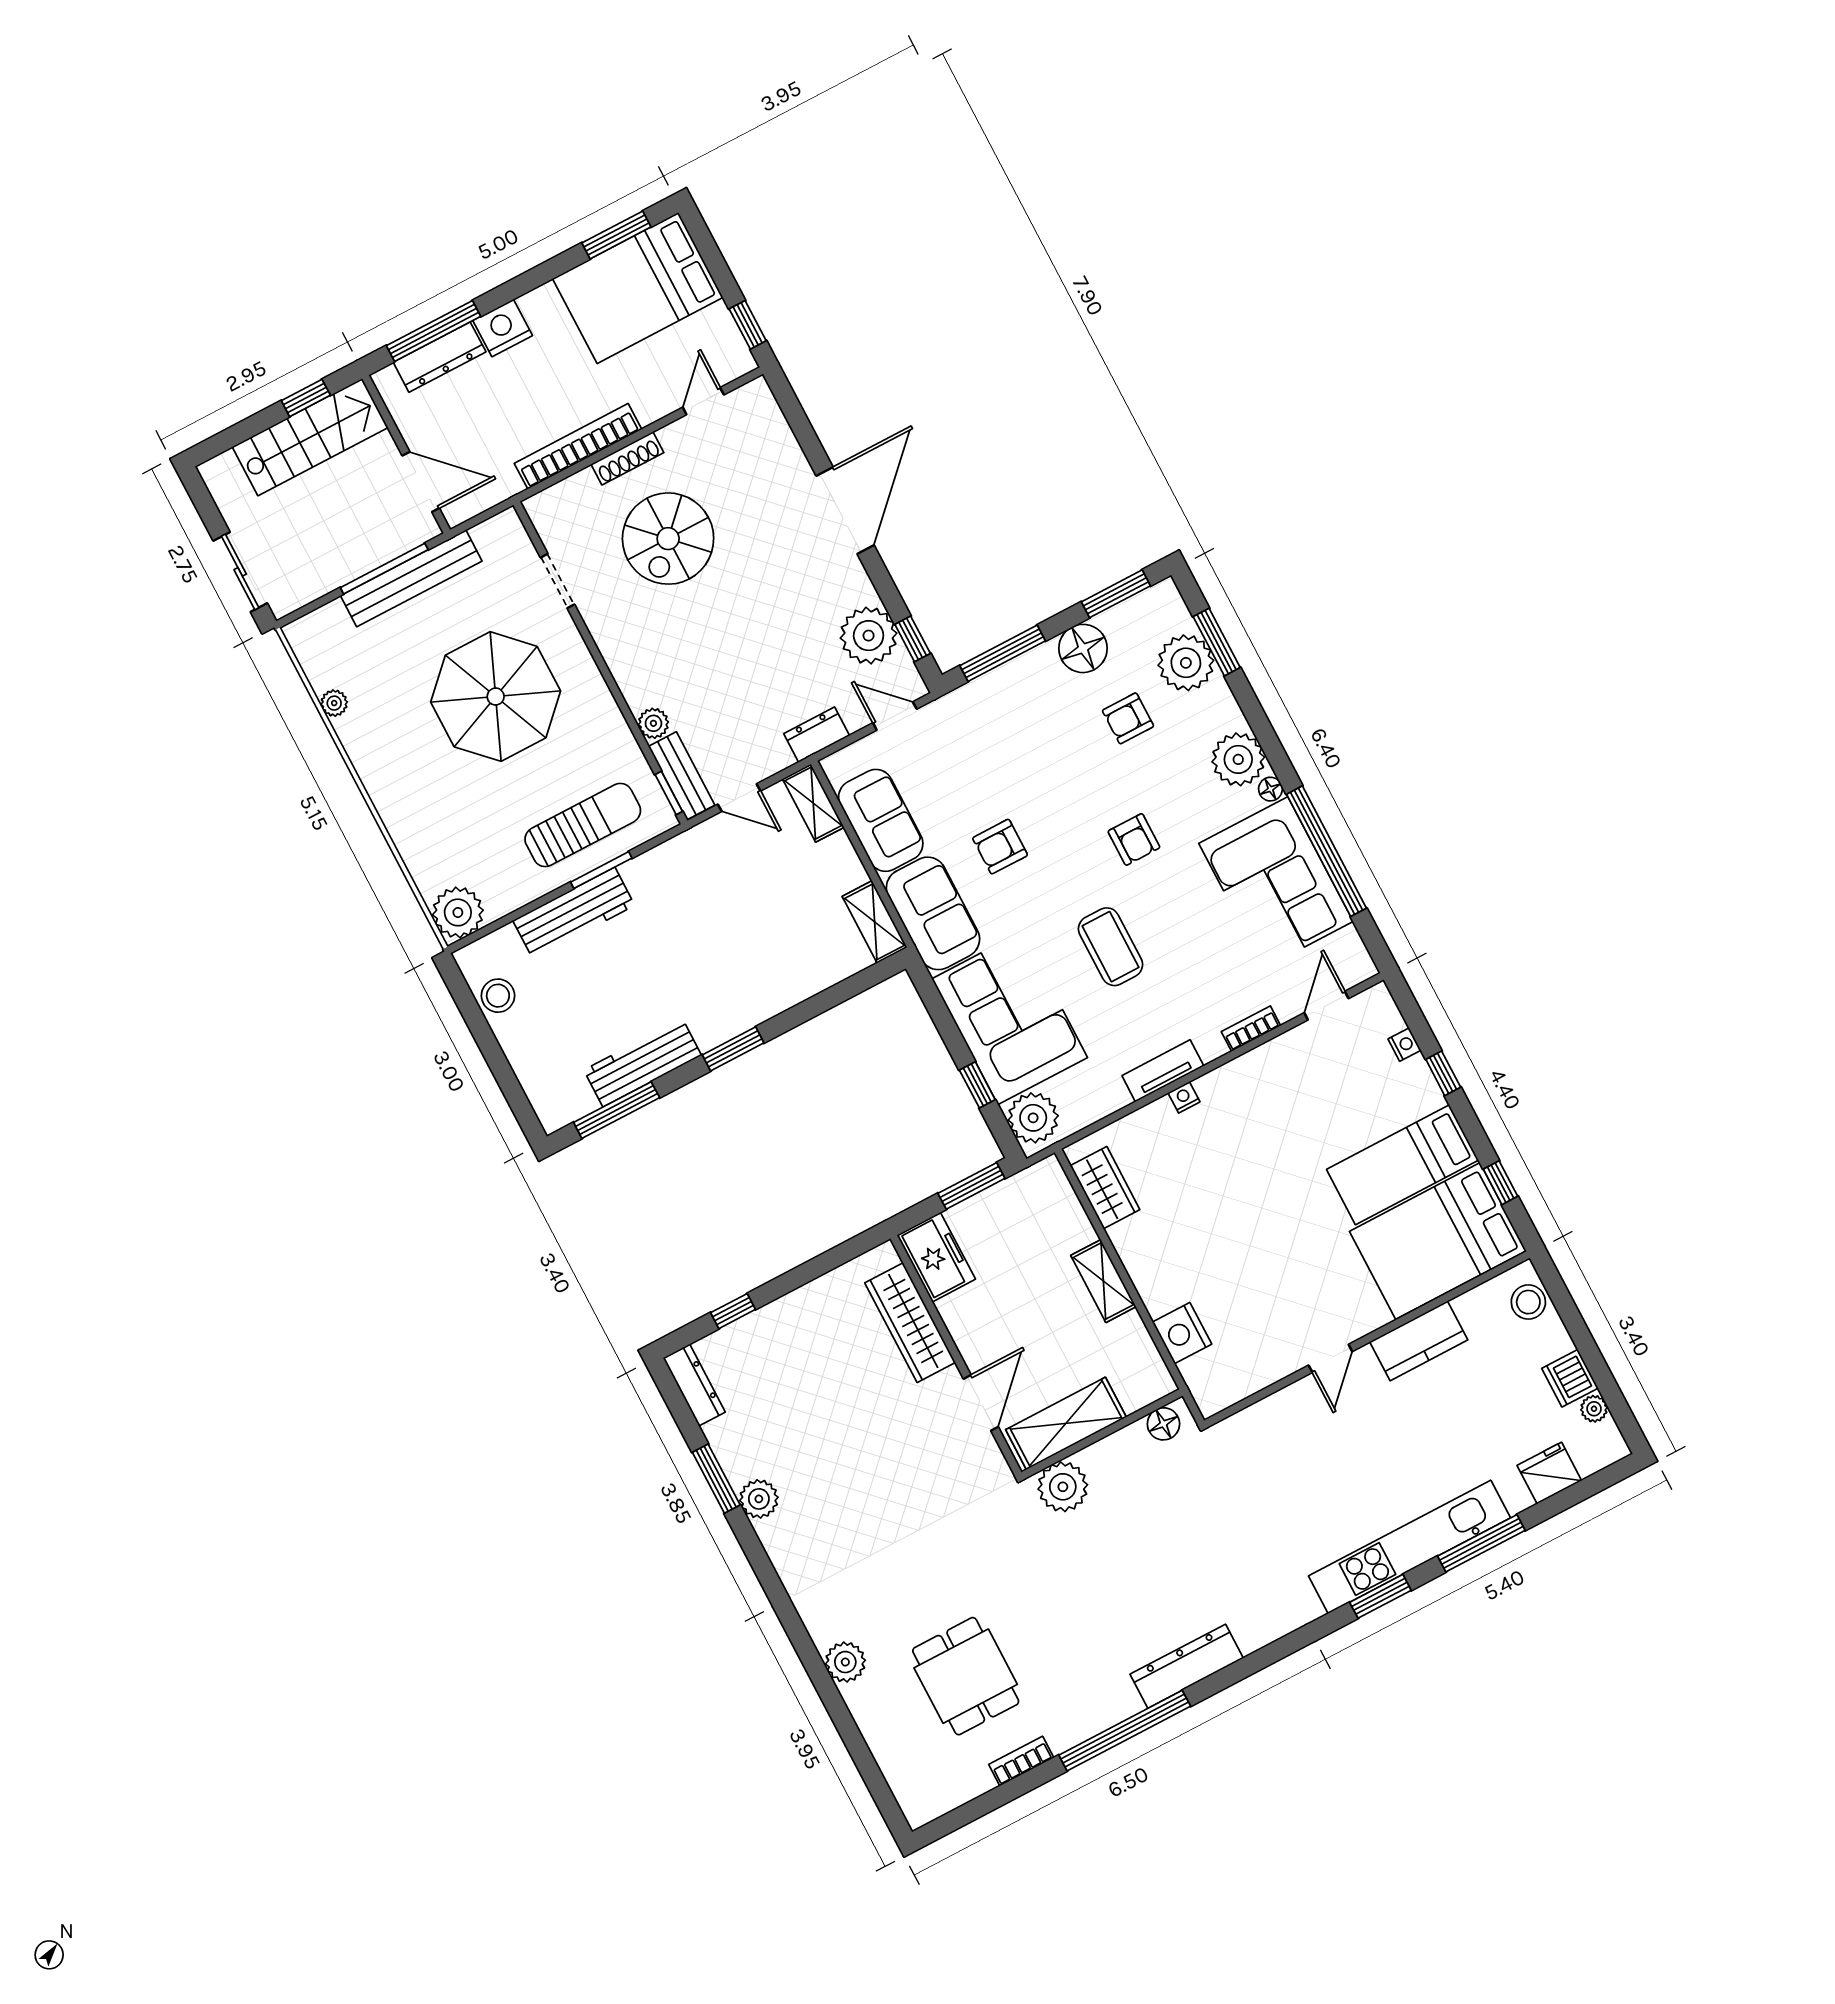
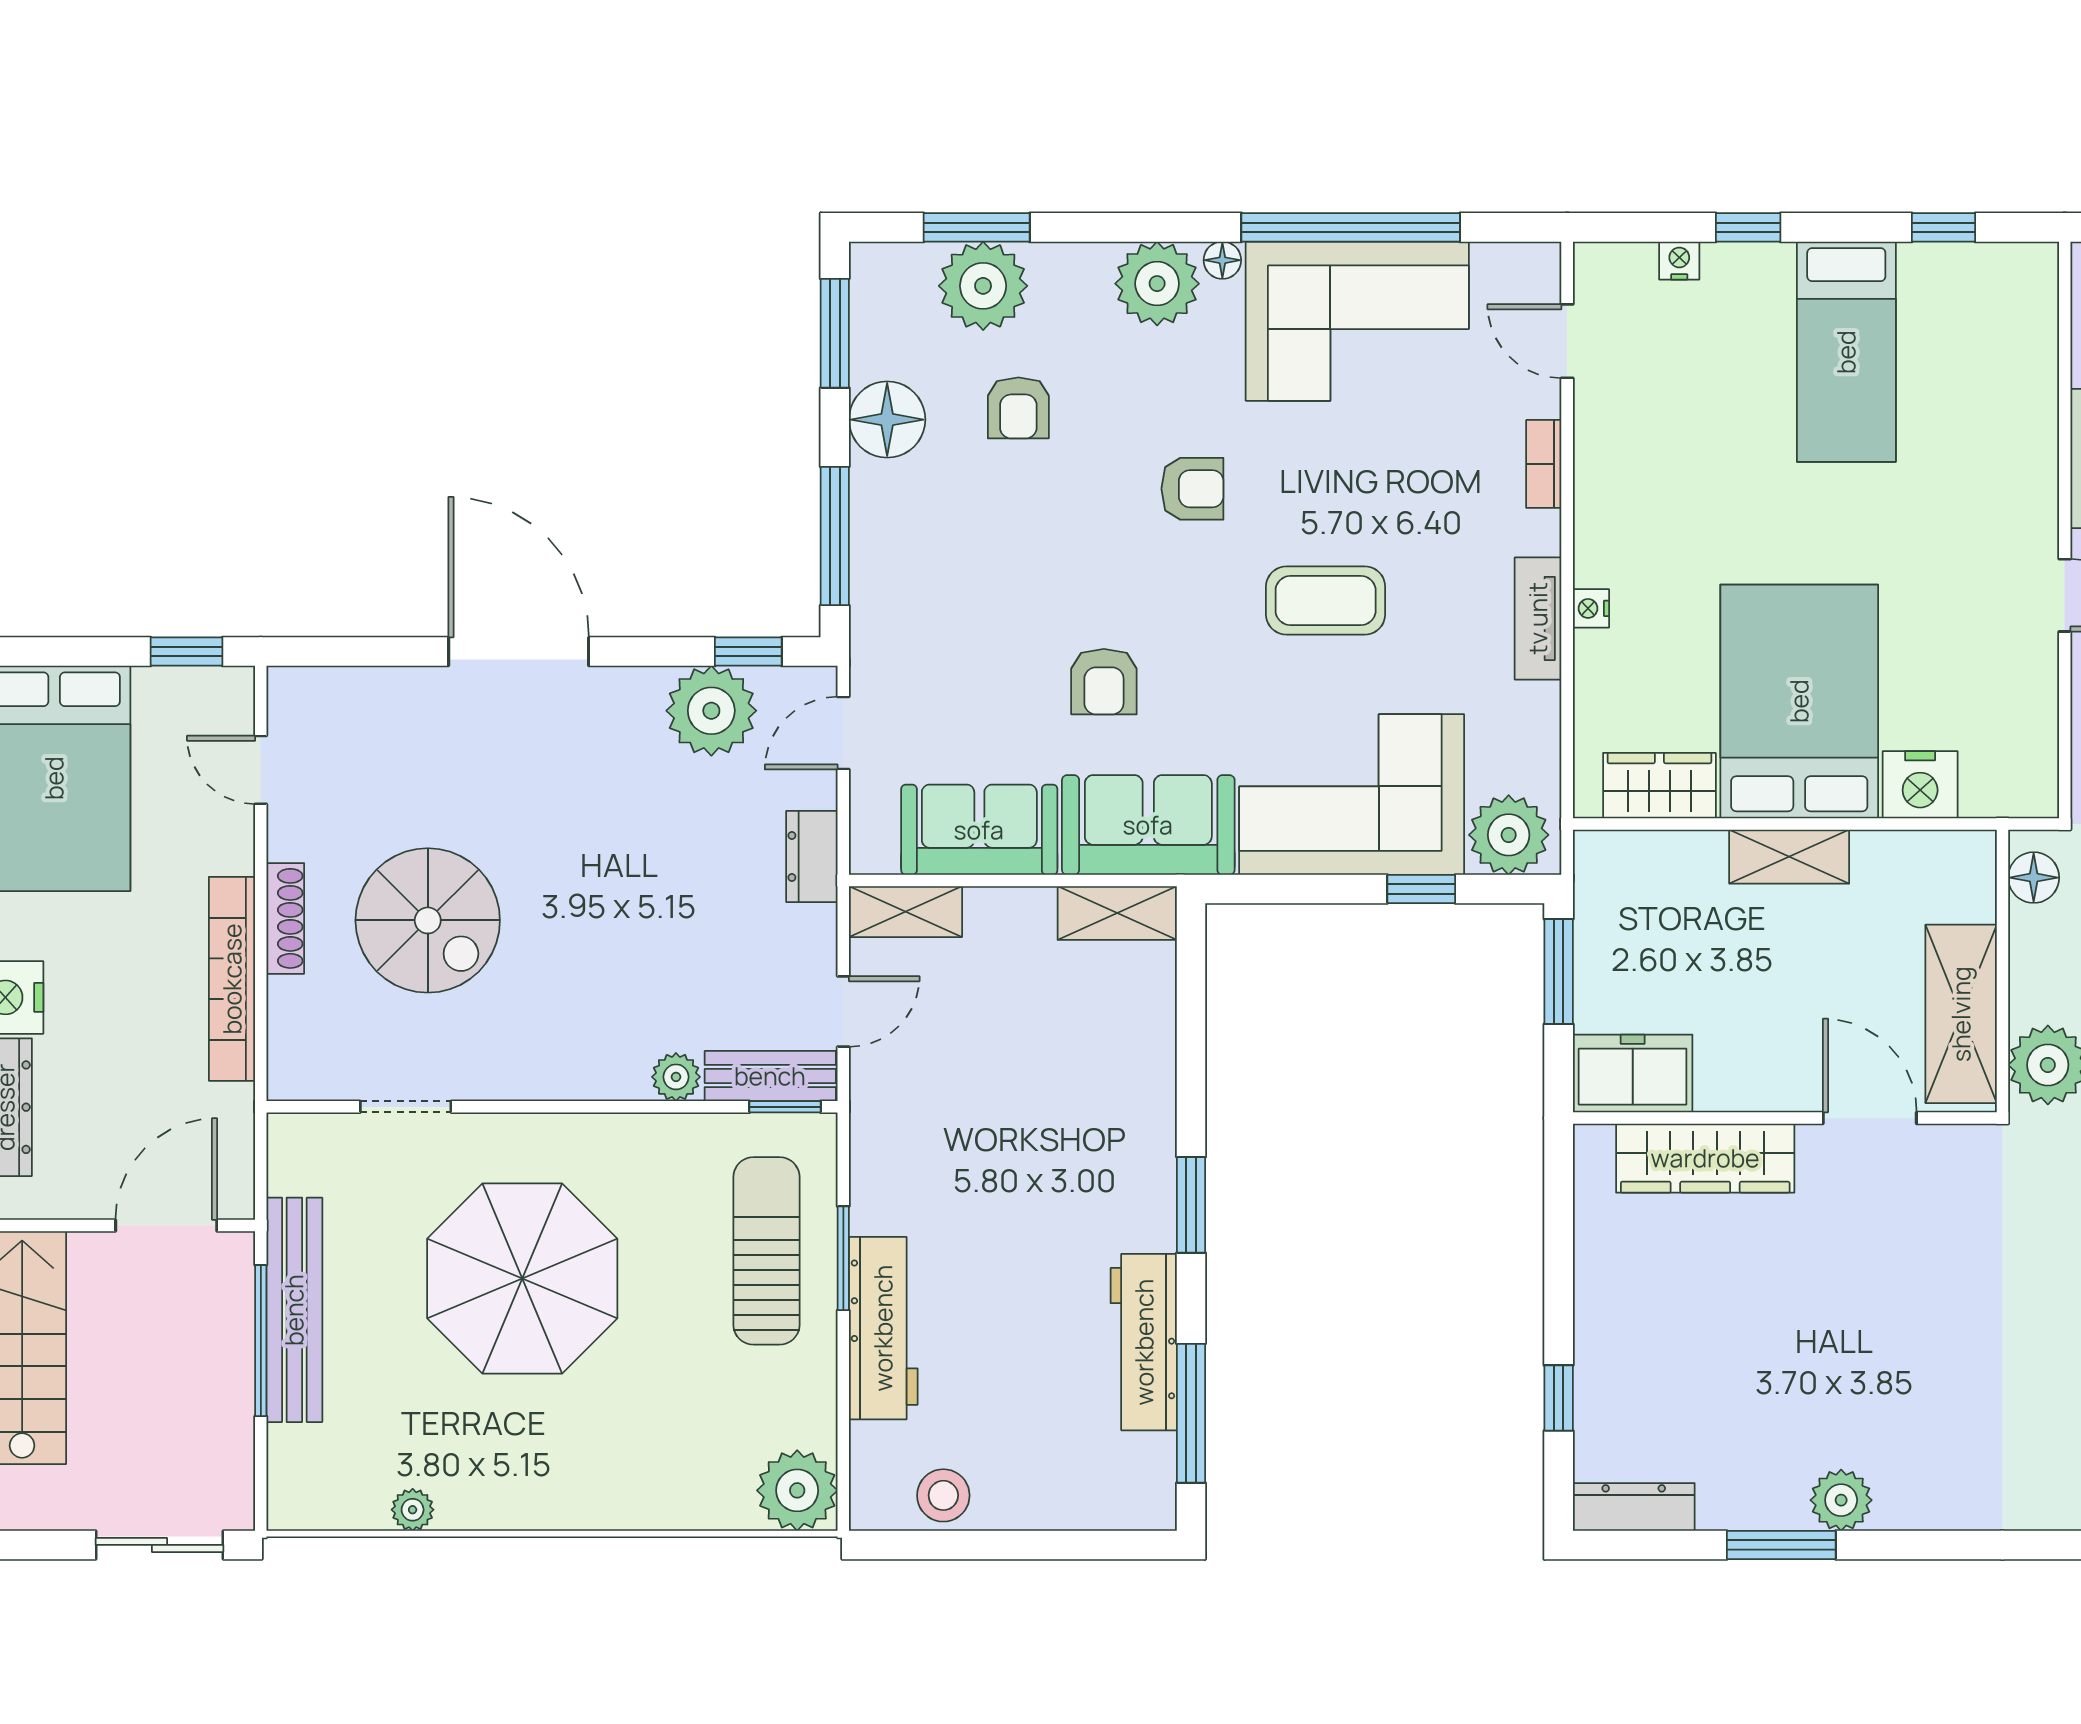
bed: (1438, 1241) -> (1799, 701), moved, turned 180

